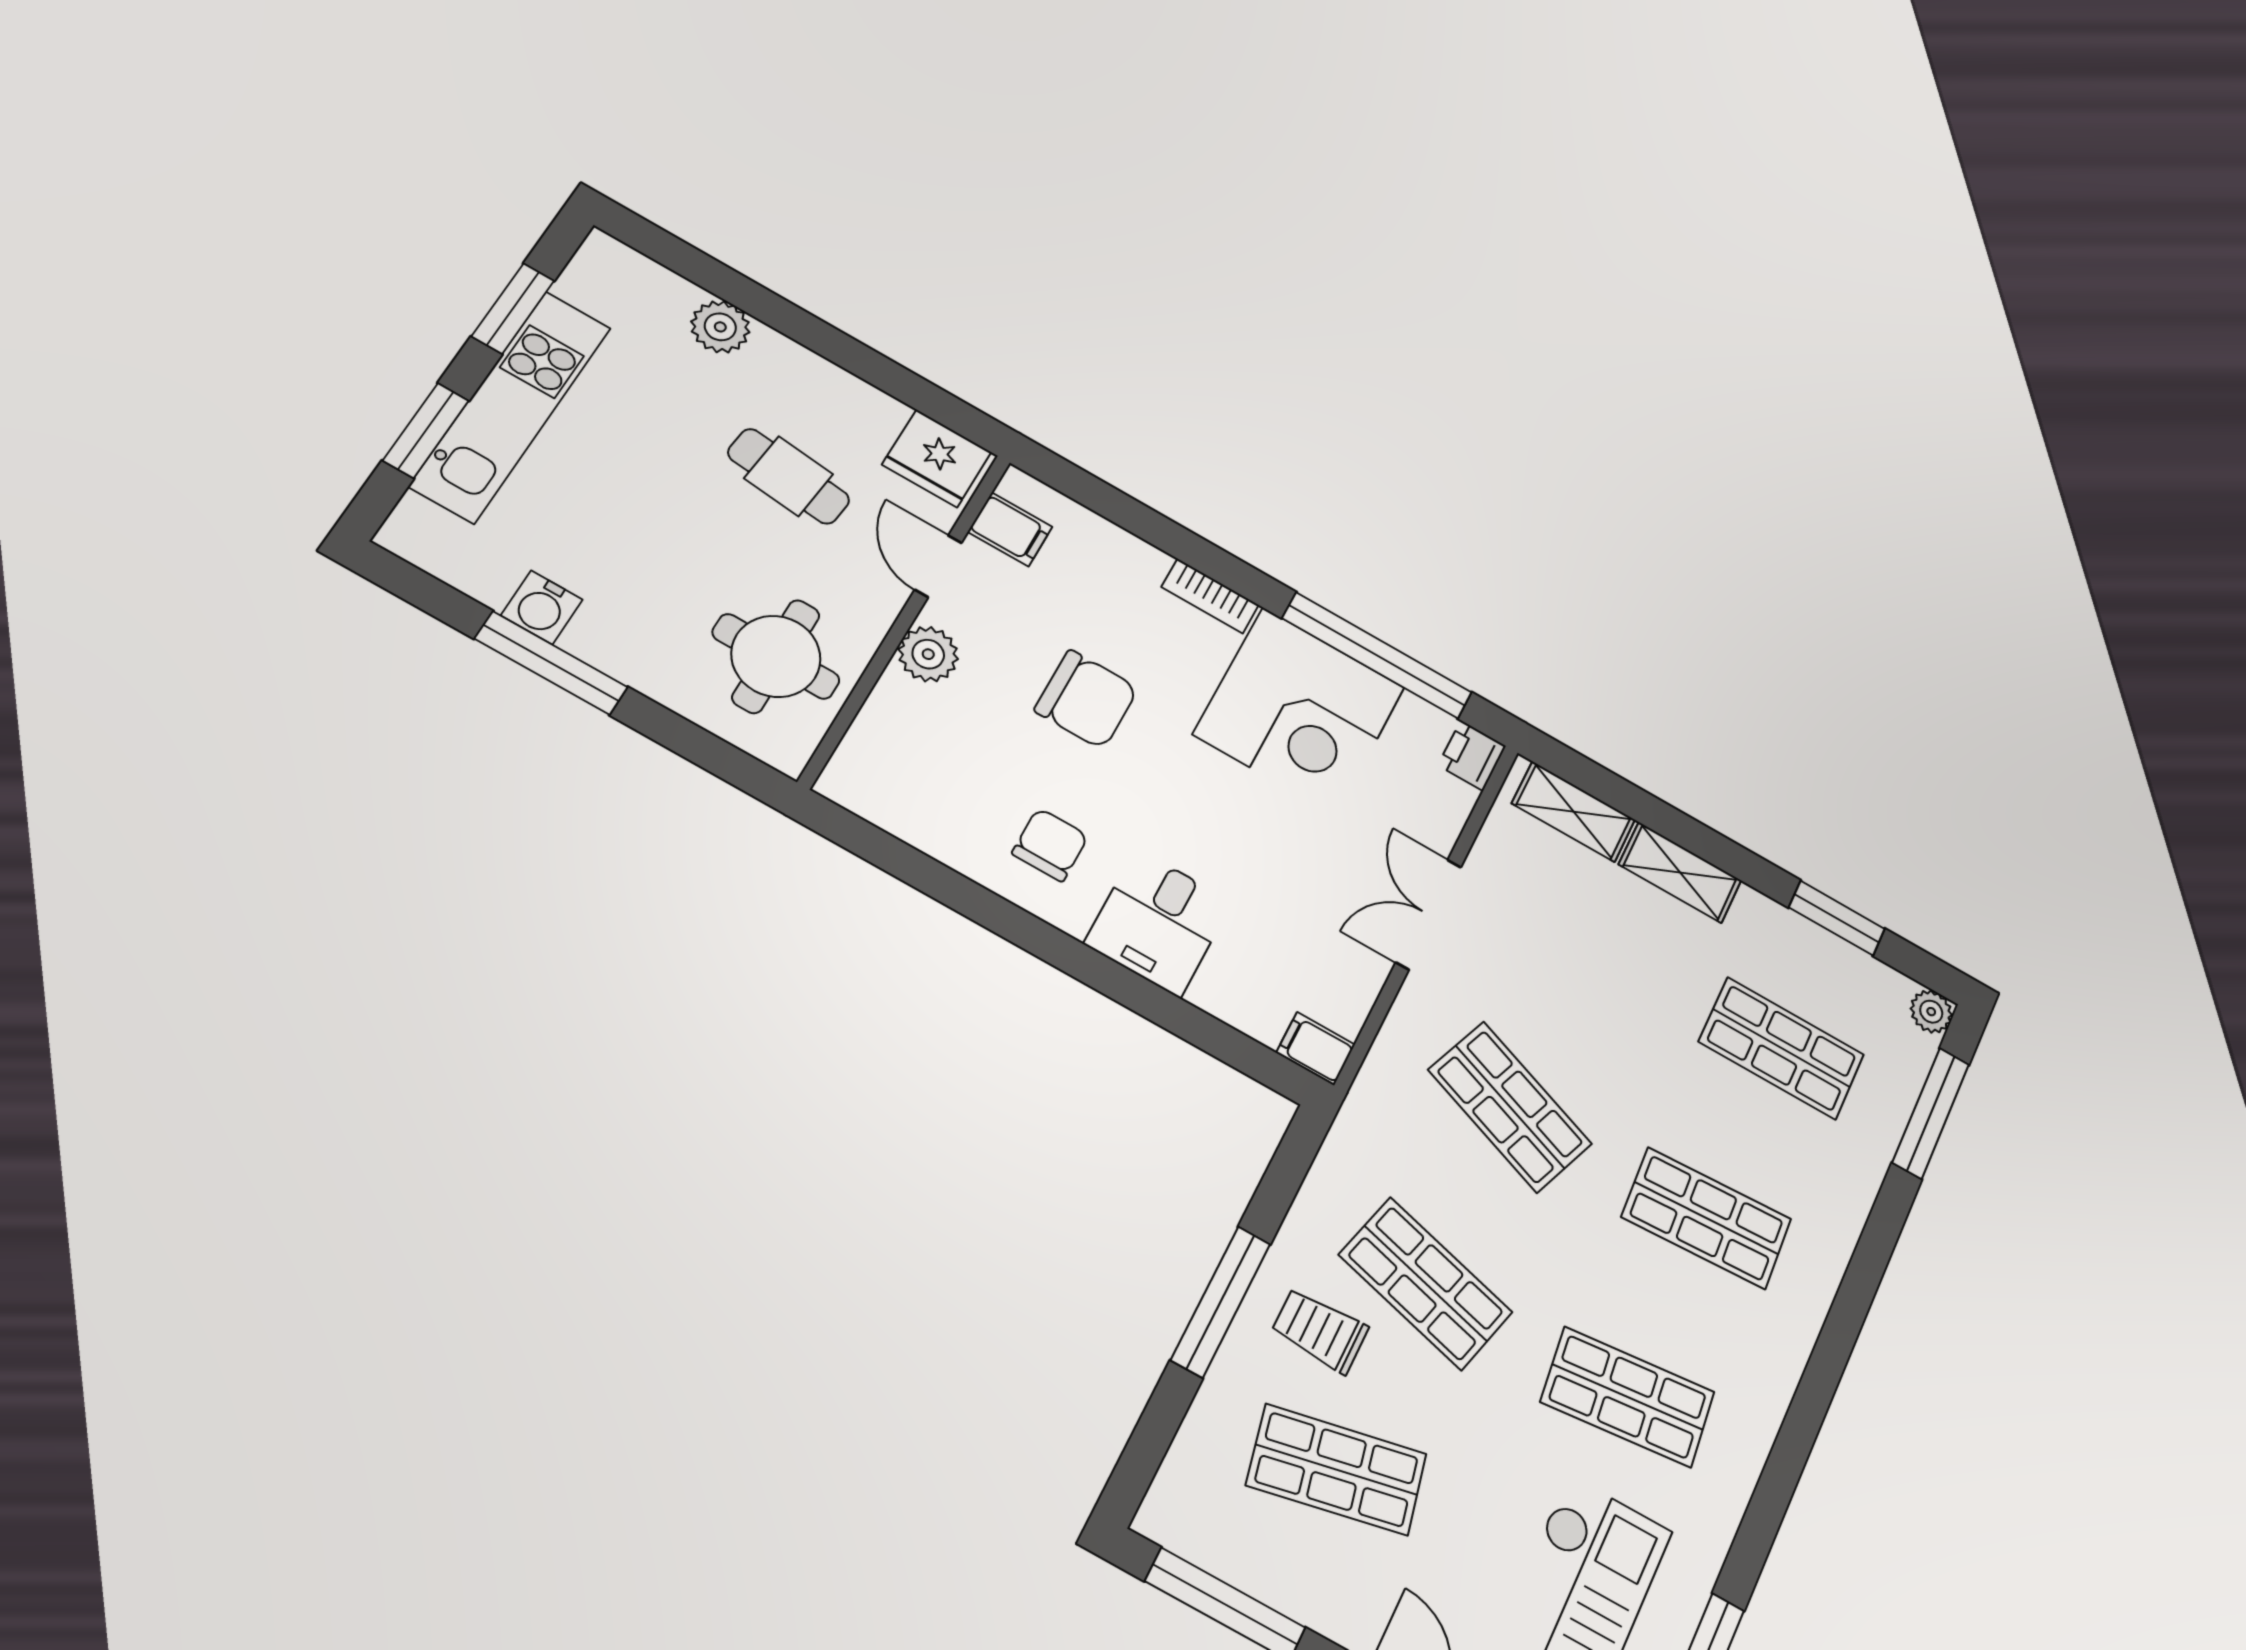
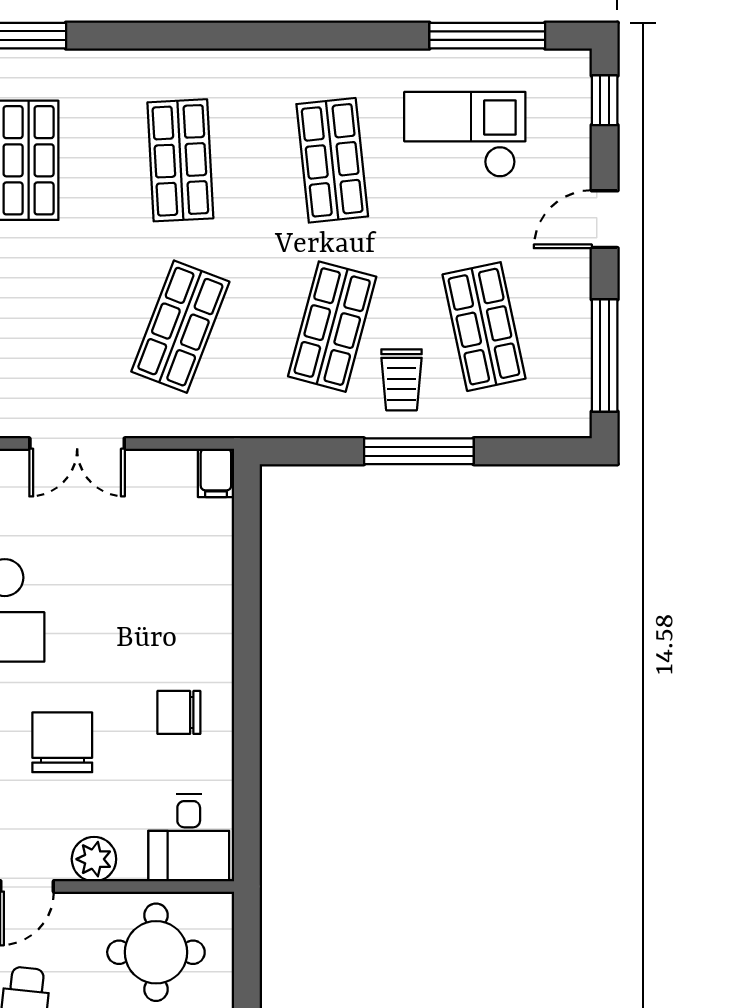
desk: (1158, 923) -> (189, 838), moved, turned 90

